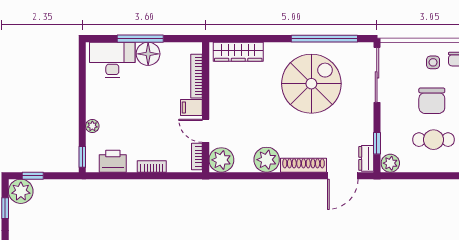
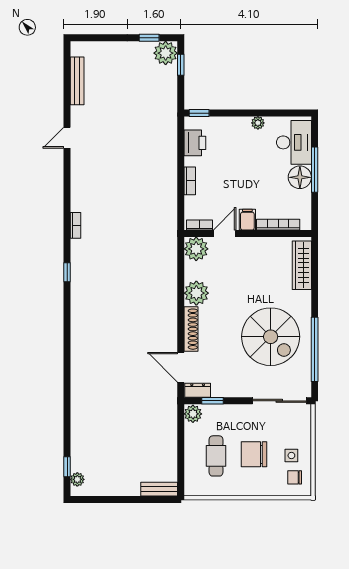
plant: (92, 126) -> (258, 123), moved

